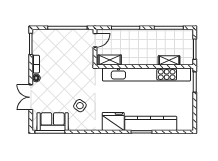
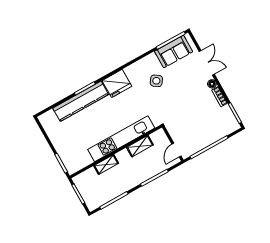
shelving: (110, 60) -> (140, 146), moved
shelving: (169, 60) -> (106, 165), moved
kitchen unit: (146, 75) -> (121, 139), width x0.73

